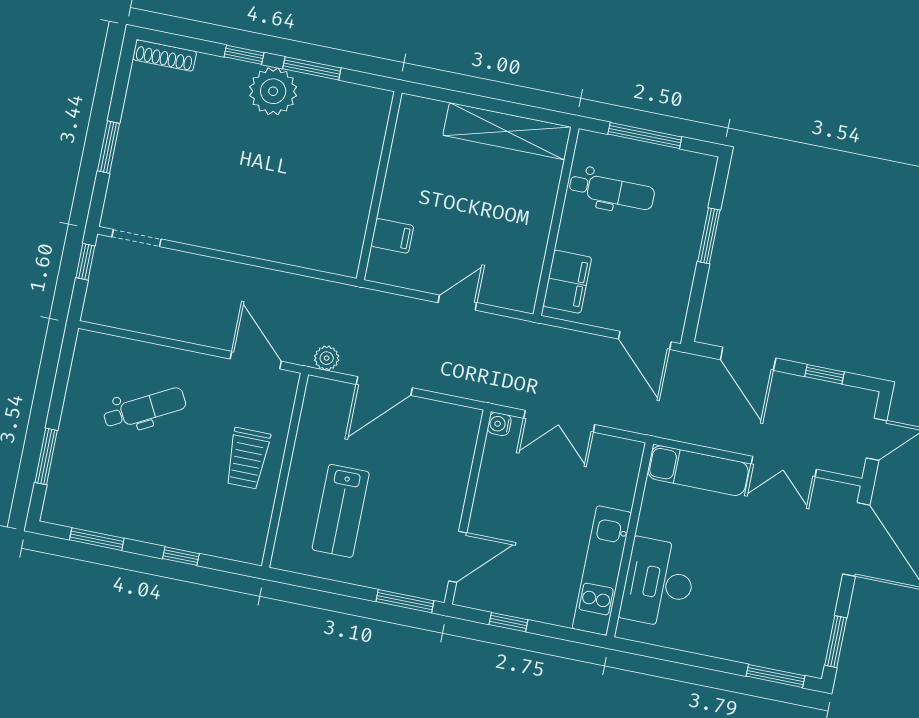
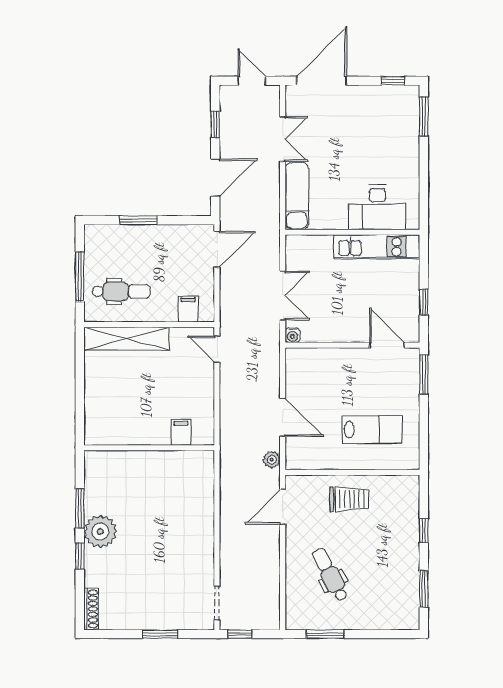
shelving: (507, 131) -> (126, 339), moved, turned 90
dental chair: (612, 191) -> (121, 291), turned 90
filing cabinet: (567, 282) -> (188, 309), width x0.50
door: (457, 303) -> (217, 349), moved
window: (46, 456) -> (325, 634), moved
window: (836, 642) -> (393, 81), width x0.67

